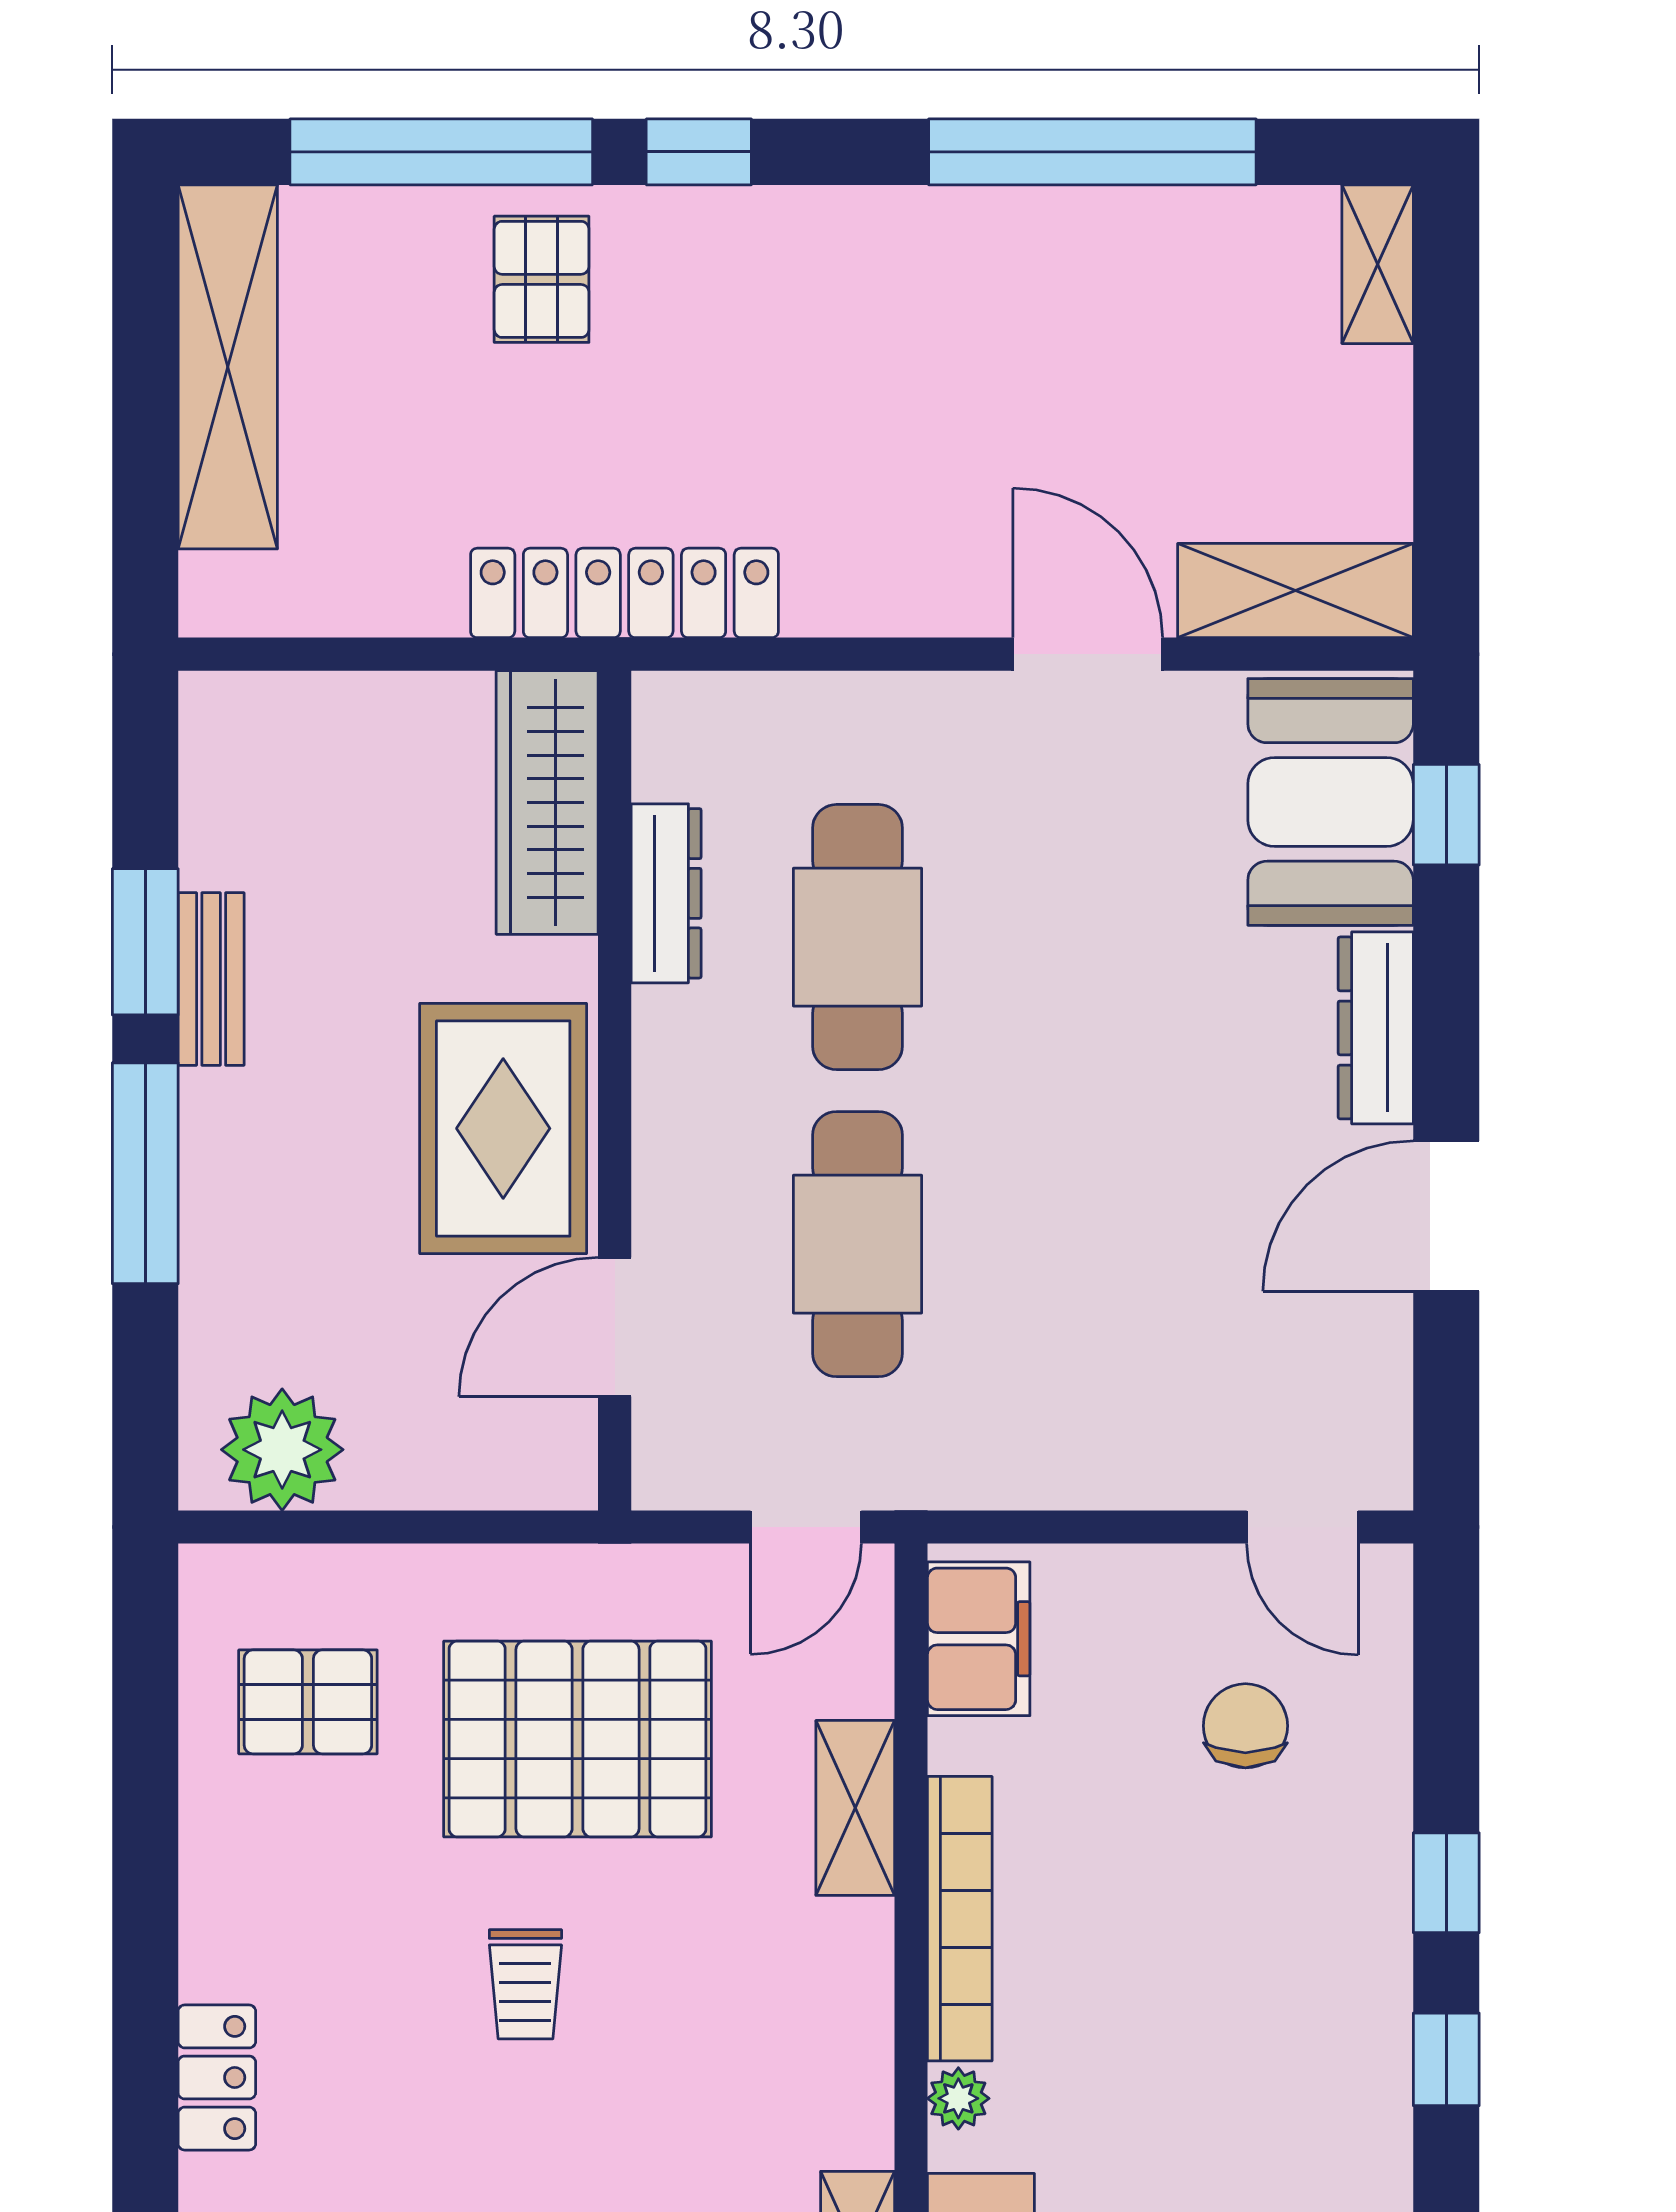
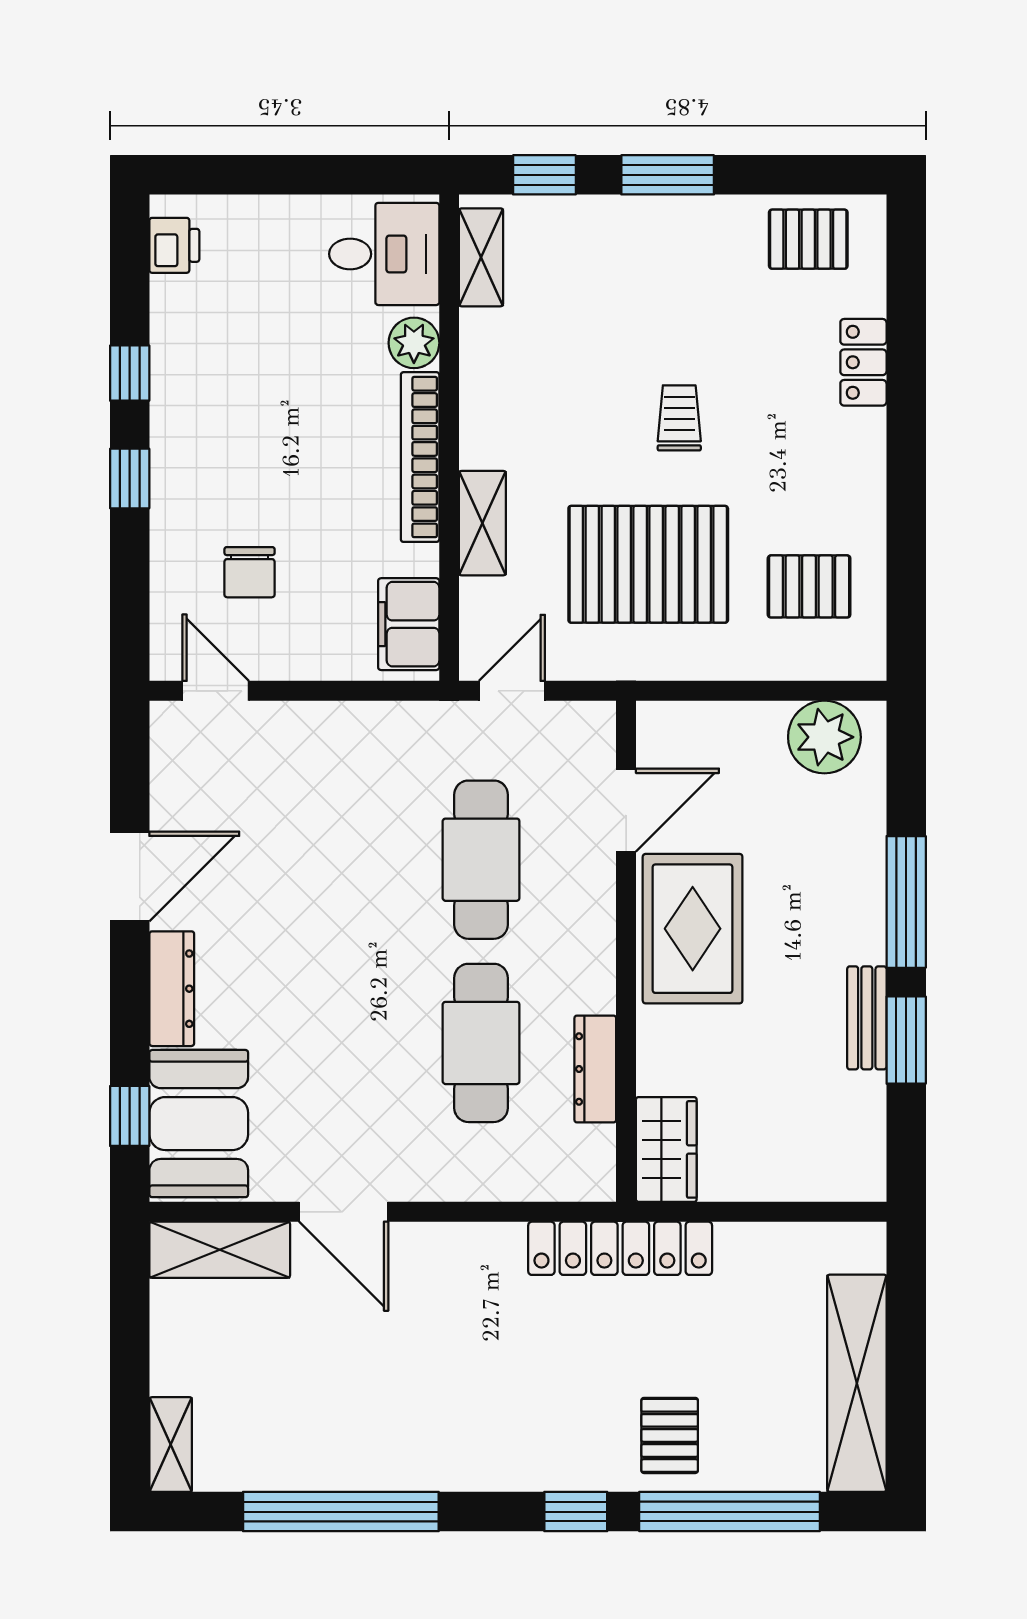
wardrobe: (547, 802) -> (666, 1149), width x0.67
plant: (958, 2098) -> (414, 343), width x1.38, depth x1.38

